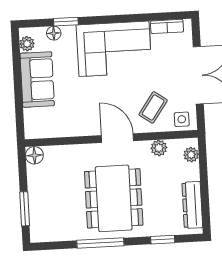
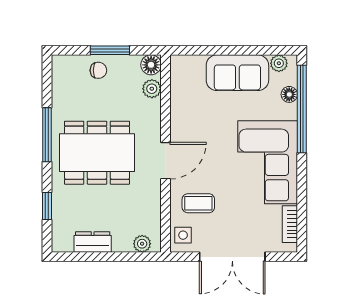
window: (66, 22) -> (302, 109), width x3.17
coffee table: (153, 107) -> (198, 203), turned -35
plant: (159, 148) -> (152, 89), moved
chair: (42, 201) -> (98, 70), added
dresser: (192, 205) -> (93, 242), width x0.70
window: (25, 209) -> (110, 50), moved

